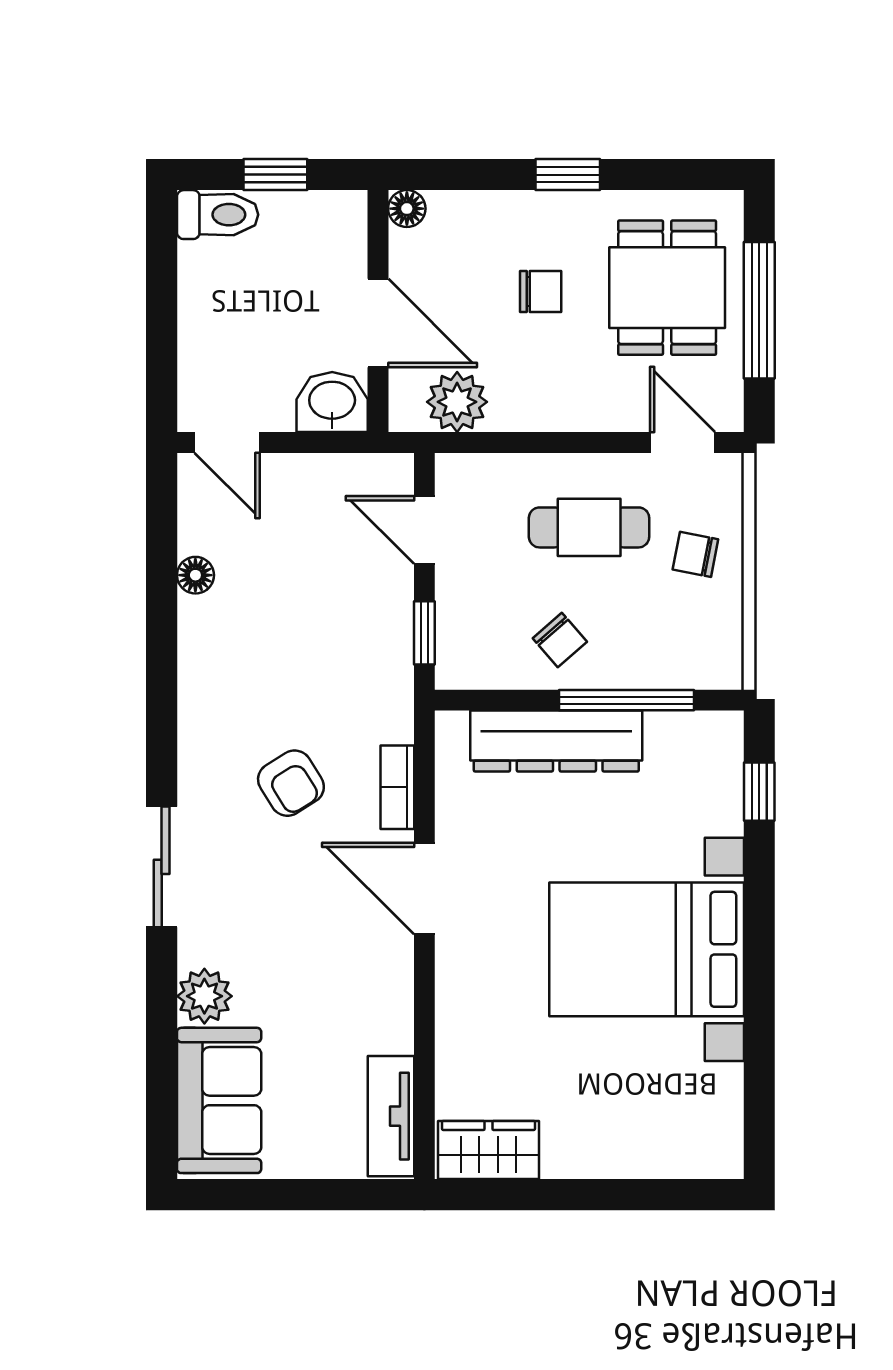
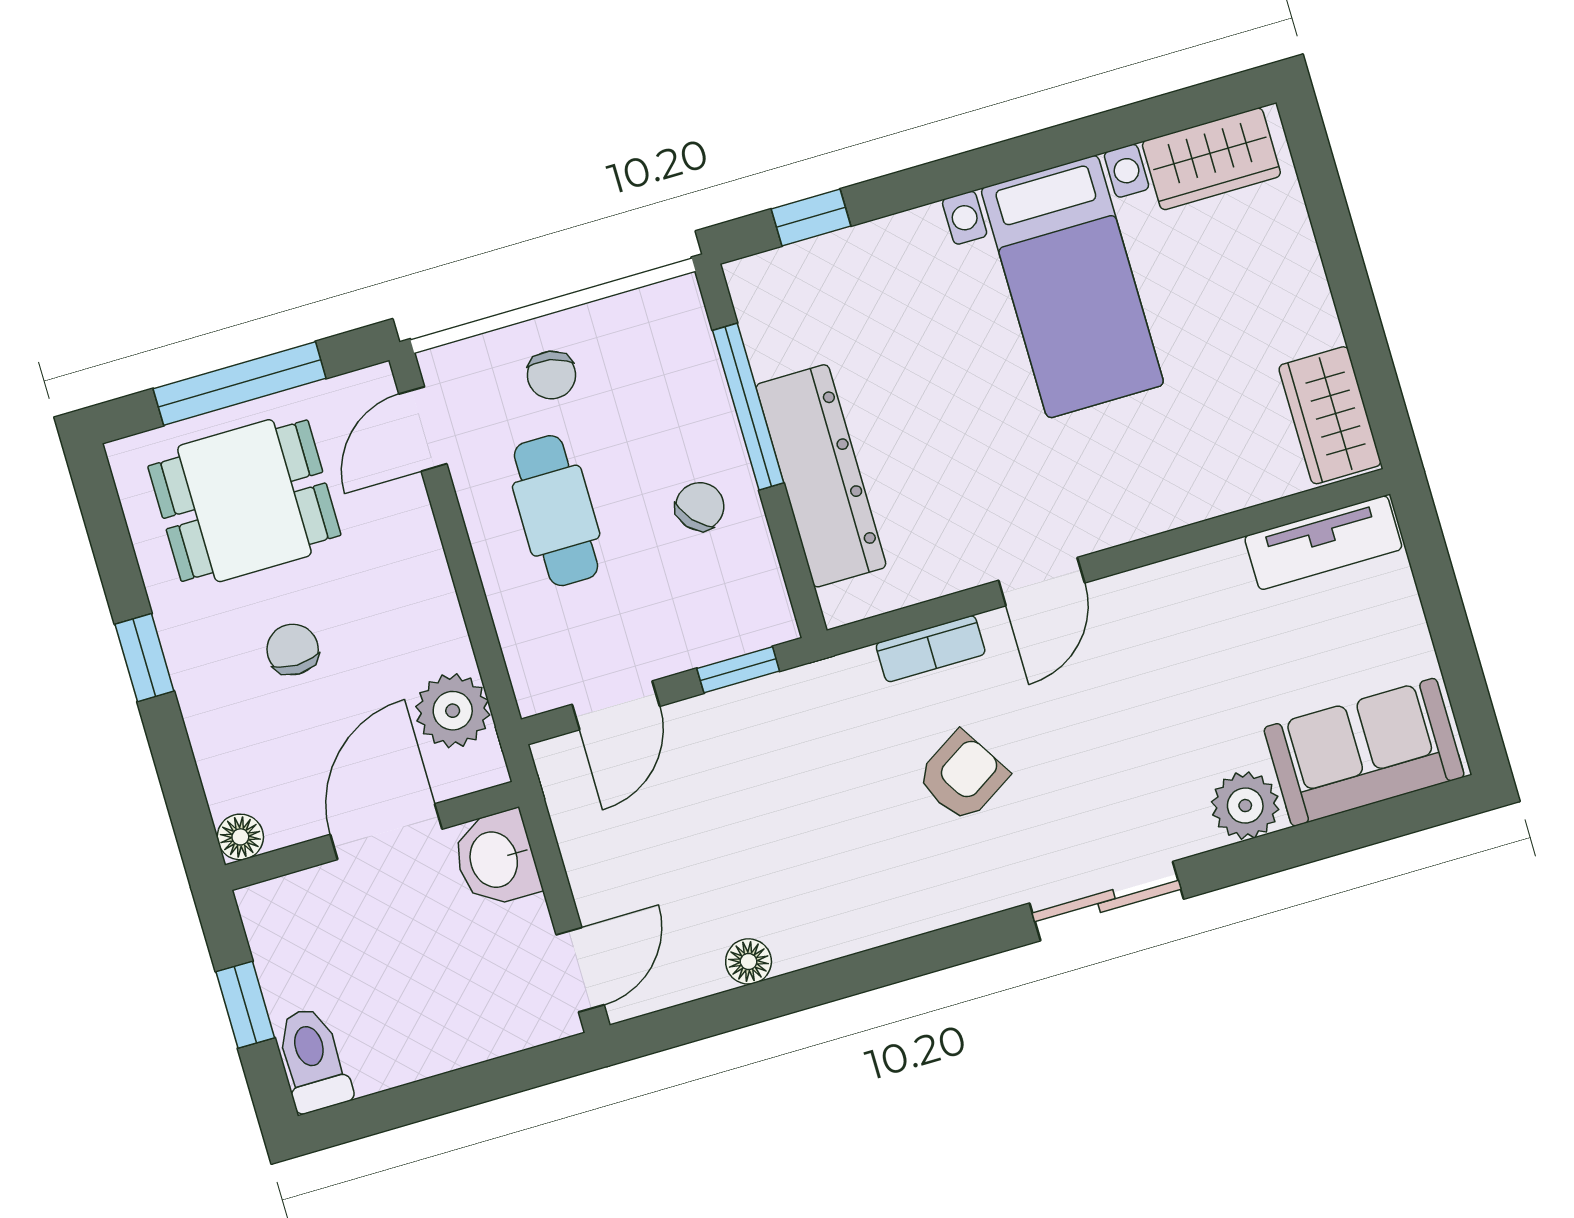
door: (424, 889) -> (1042, 582), width x0.73
bed with nightstands: (647, 949) -> (1072, 287), width x0.73
wardrobe: (714, 1116) -> (1211, 159), added

